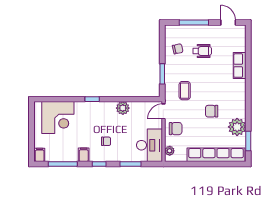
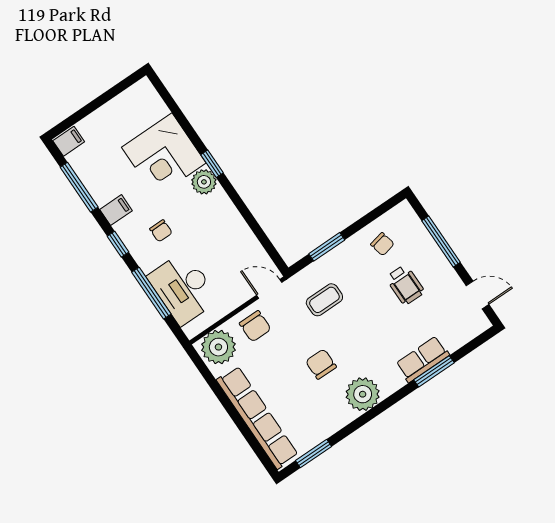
door: (228, 23) -> (478, 295), hinge flipped
window: (248, 64) -> (434, 371), added
plant: (123, 108) -> (204, 182), moved
corner desk: (58, 118) -> (164, 155), moved
plant: (237, 127) -> (363, 394), moved
desk: (149, 145) -> (183, 288), moved, turned 90
plant: (170, 151) -> (218, 347), width x1.87, depth x1.87
window: (130, 164) -> (151, 293), width x1.44

